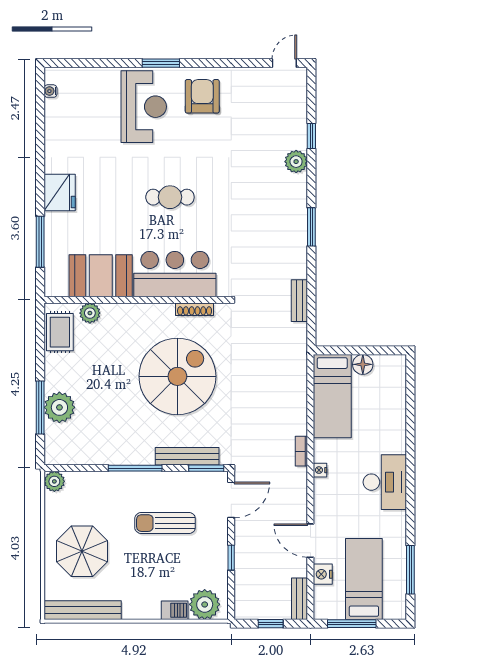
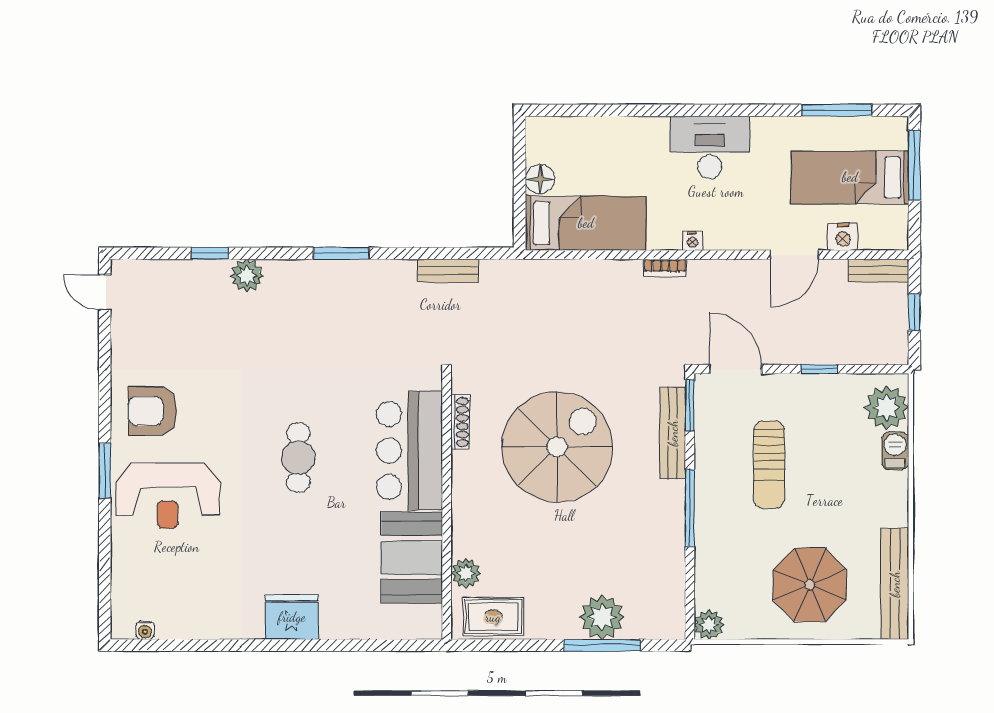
reception desk: (144, 107) -> (168, 496), turned 180
window: (40, 242) -> (363, 645), removed
spiral stairs: (177, 376) -> (557, 447), turned 90
window: (352, 624) -> (914, 165), moved

